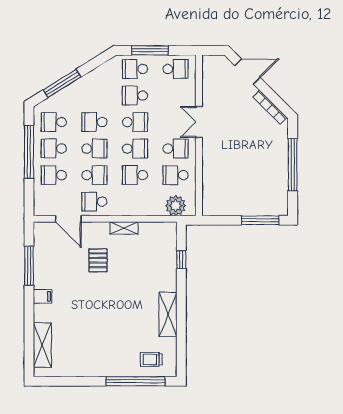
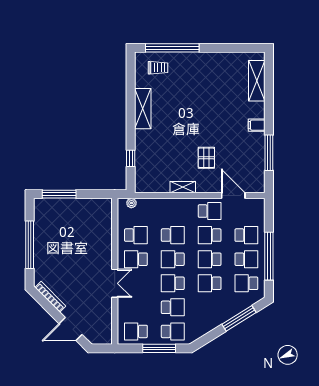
school desk: (54, 122) -> (246, 283), turned 180
school desk: (94, 122) -> (210, 283), turned 180
plant: (176, 206) -> (131, 203), width x0.53, depth x0.53

